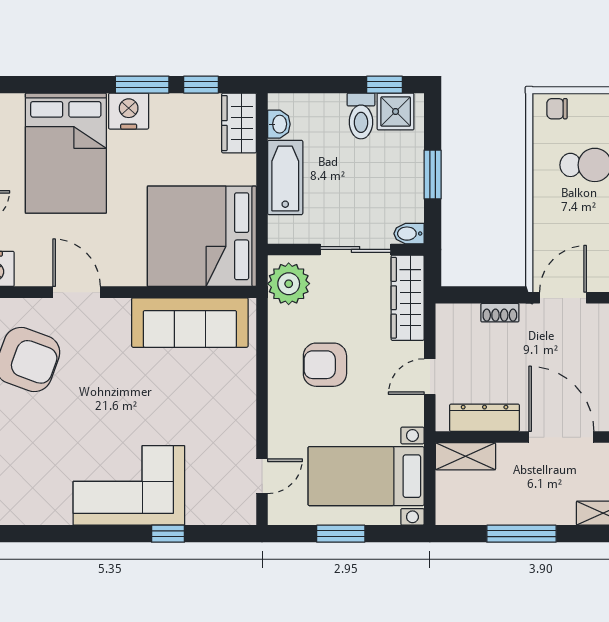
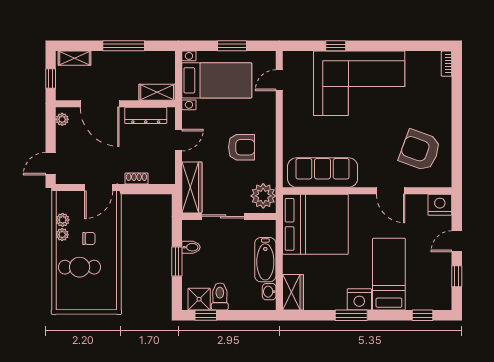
window: (201, 85) -> (423, 315), moved
chair: (557, 109) -> (89, 239), moved
bed: (66, 153) -> (389, 274), width x0.67
bidet: (409, 234) -> (191, 247), moved
corner sofa: (129, 485) -> (359, 83), width x1.36, depth x1.36

